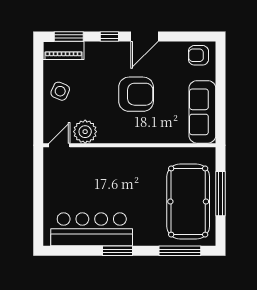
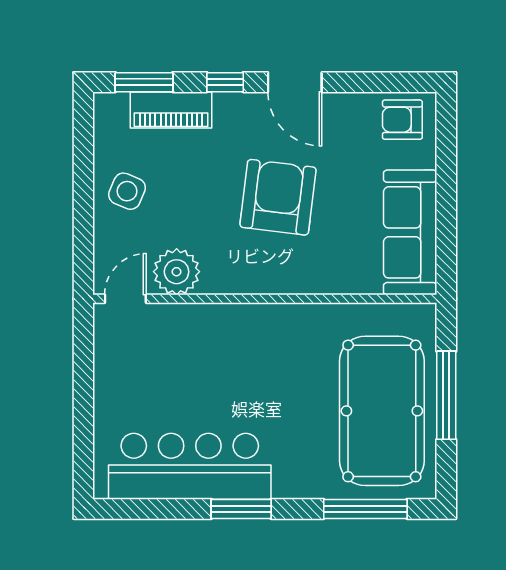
door: (144, 36) -> (295, 82), hinge flipped
piano: (64, 50) -> (171, 110), moved
armchair: (136, 94) -> (278, 197), turned -83

